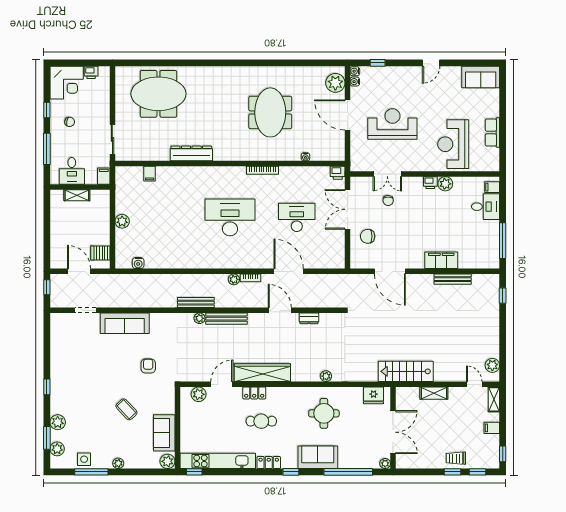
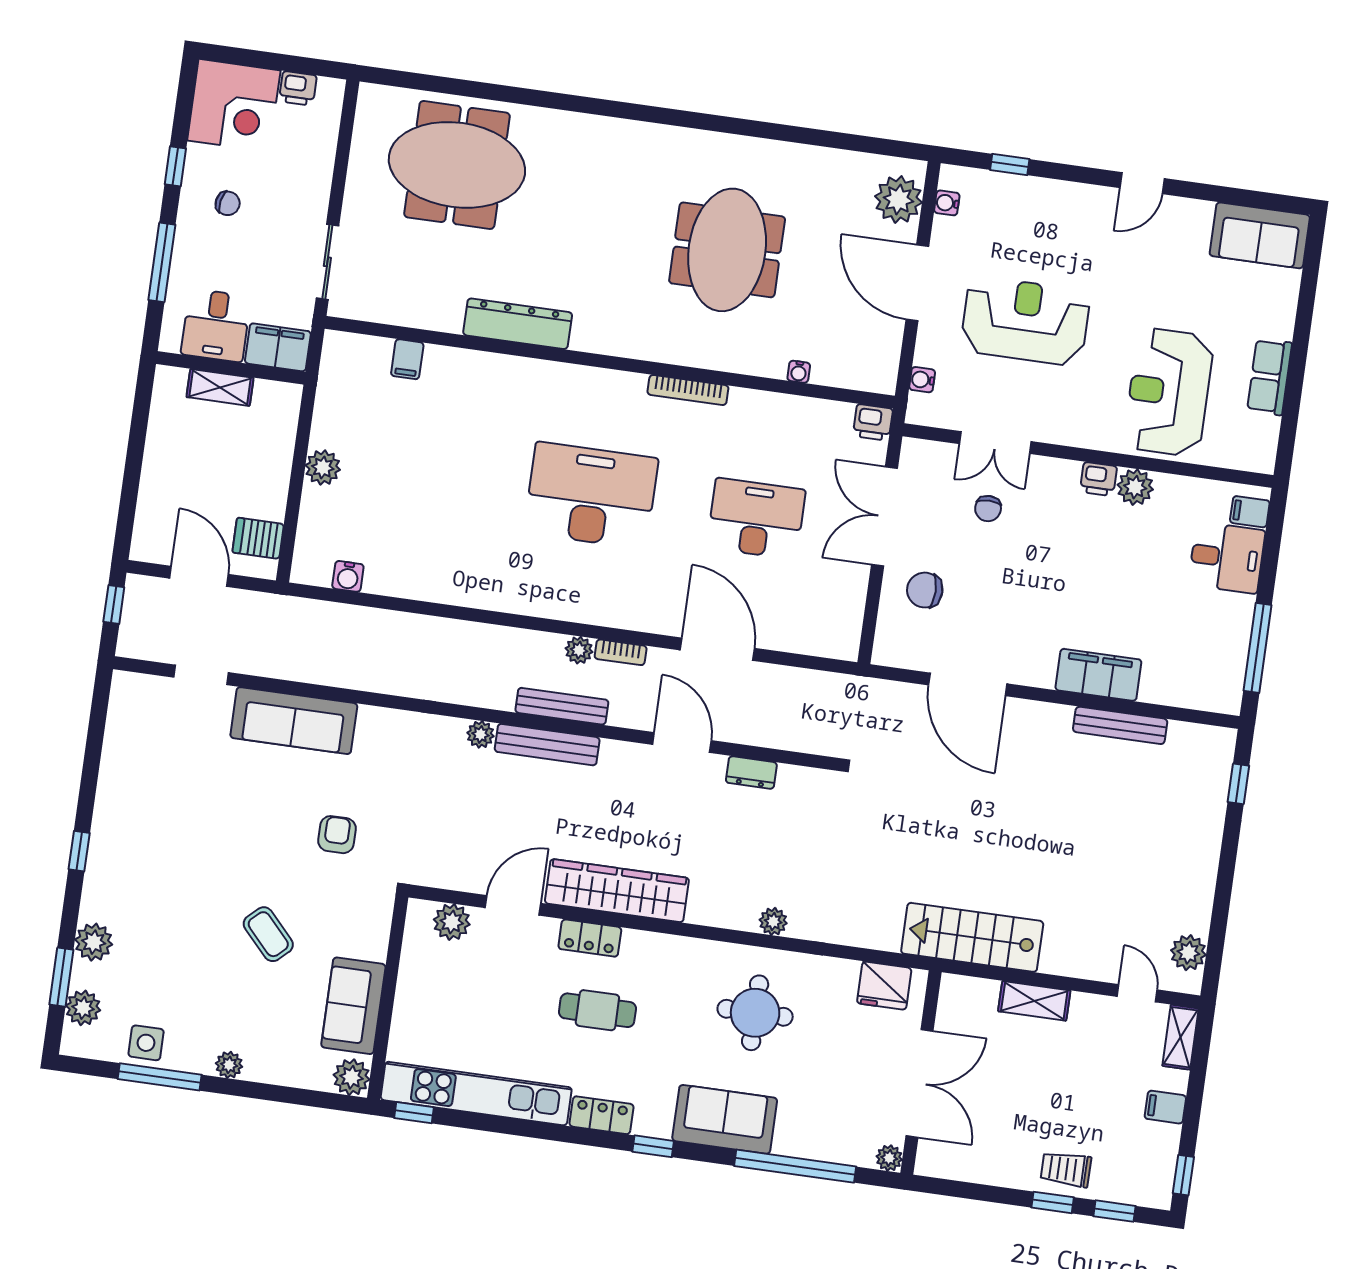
water cooler: (355, 71) -> (922, 380), moved
filing cabinet: (104, 176) -> (278, 347), width x2.00
bench: (196, 303) -> (562, 706), moved

